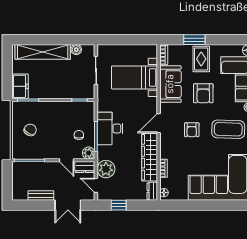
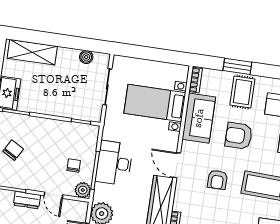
shelving: (43, 52) -> (32, 52), width x0.68
armchair: (203, 93) -> (239, 136), turned 90
door: (159, 123) -> (177, 165), hinge flipped
dresser: (85, 167) -> (27, 200), moved

